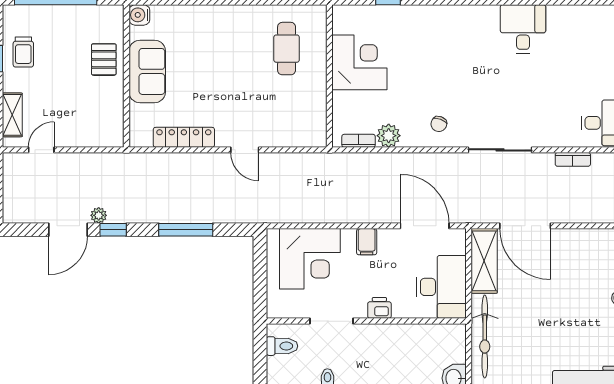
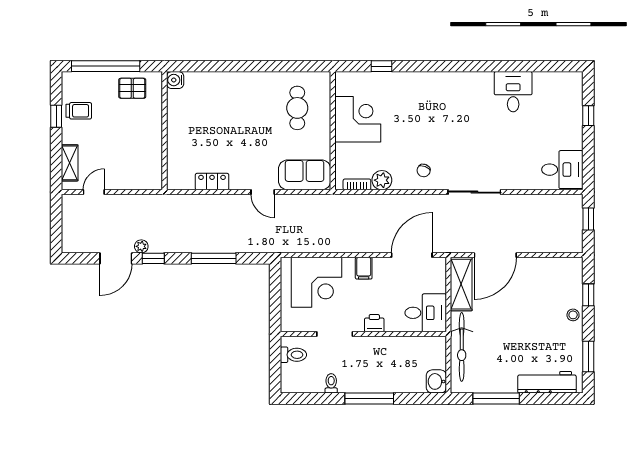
desk: (523, 29) -> (513, 92), moved
trolley: (23, 52) -> (79, 111), turned -90
pallet: (104, 59) -> (132, 88), moved, turned 90
sofa: (147, 71) -> (305, 175), moved, turned -90
locker: (184, 137) -> (212, 182), width x0.66
bookcase: (573, 159) -> (535, 200), removed
door: (425, 226) -> (412, 255), hinge flipped
door: (525, 226) -> (495, 255), hinge flipped
desk: (441, 287) -> (426, 313), width x0.73

